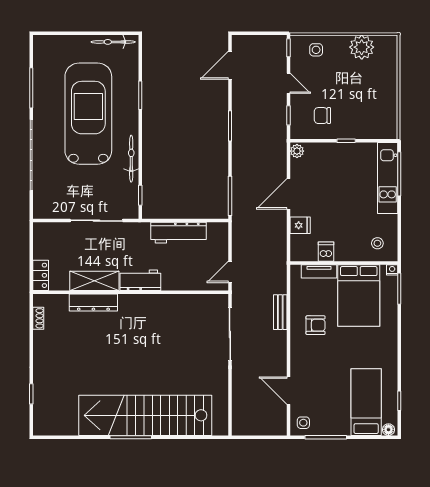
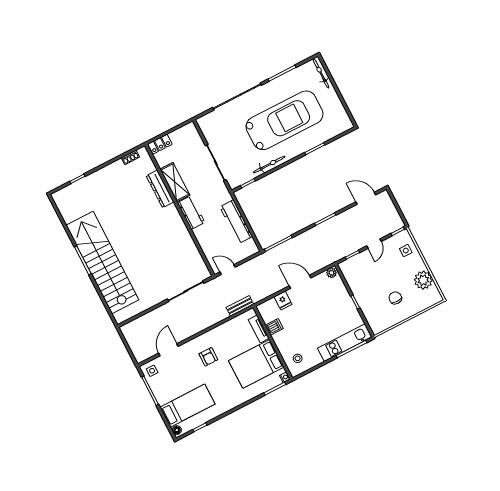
bicycle: (113, 42) -> (321, 73), moved
chair: (322, 116) -> (395, 298), moved
bench: (280, 312) -> (240, 306), moved
armchair: (316, 325) -> (208, 357), moved

